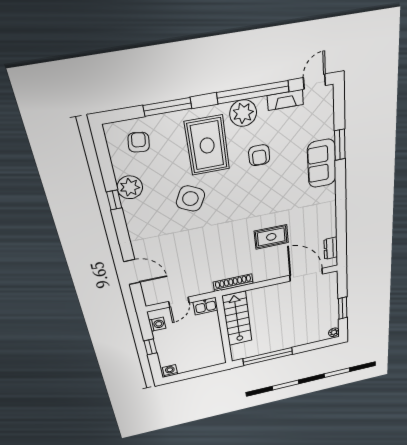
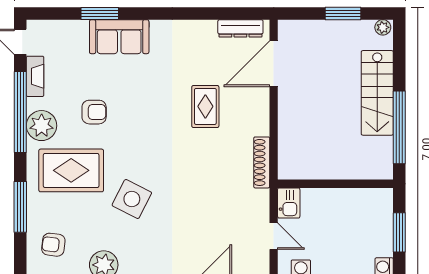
dresser: (331, 248) -> (240, 28), width x1.44
stairs: (237, 319) -> (377, 93), moved, turned -90
window: (196, 373) -> (399, 232), added

